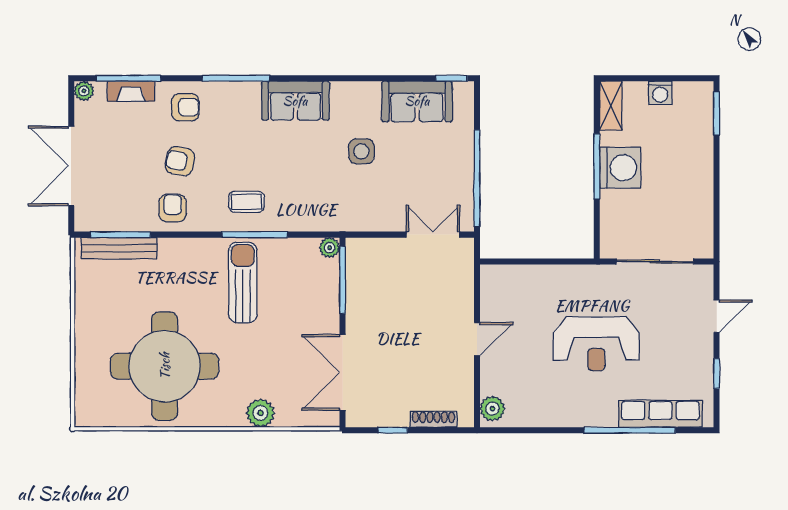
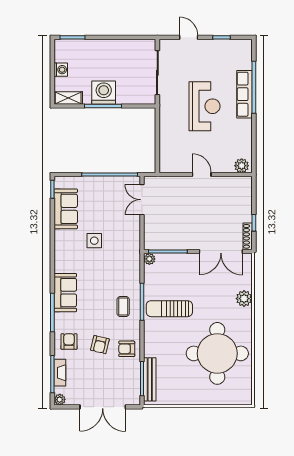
sofa: (295, 101) -> (65, 293), moved
row of seats: (660, 414) -> (245, 94), moved
shoe rack: (433, 419) -> (248, 236), moved

